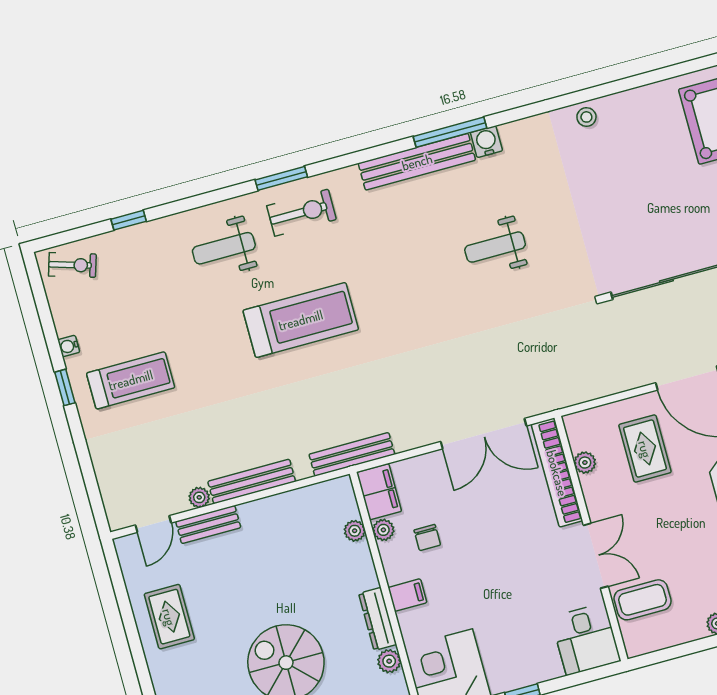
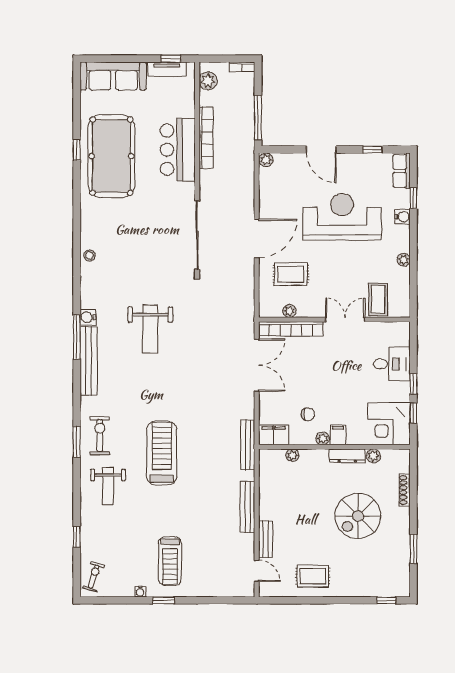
weight bench: (495, 247) -> (150, 329), width x1.36, depth x1.33
treadmill: (131, 380) -> (170, 561), turned 180
plant: (199, 497) -> (248, 540), removed
plant: (383, 530) -> (323, 438), moved
desk: (586, 639) -> (392, 364), moved

